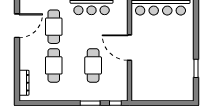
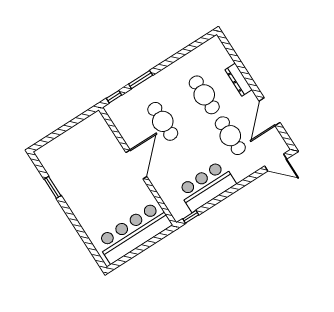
door: (129, 48) -> (136, 164), hinge flipped
dresser: (24, 83) -> (239, 80), moved

